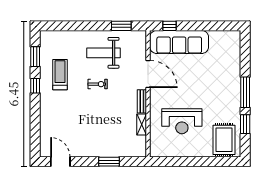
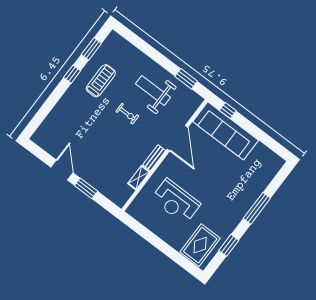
window: (245, 92) -> (257, 208), moved
door: (60, 162) -> (62, 170), moved

